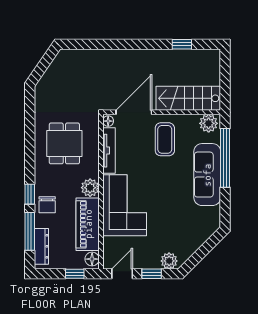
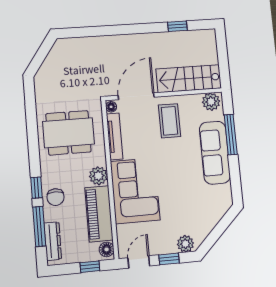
dining table: (64, 143) -> (68, 133), width x1.38
window: (225, 158) -> (231, 135), width x0.68

